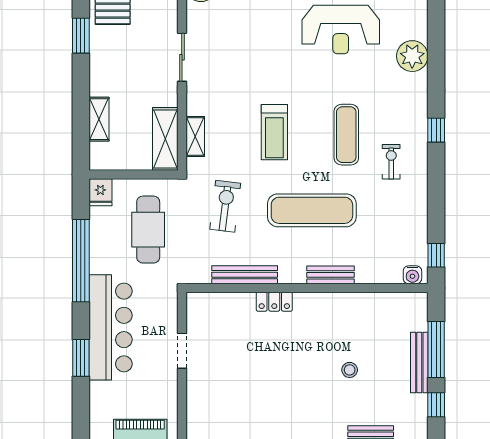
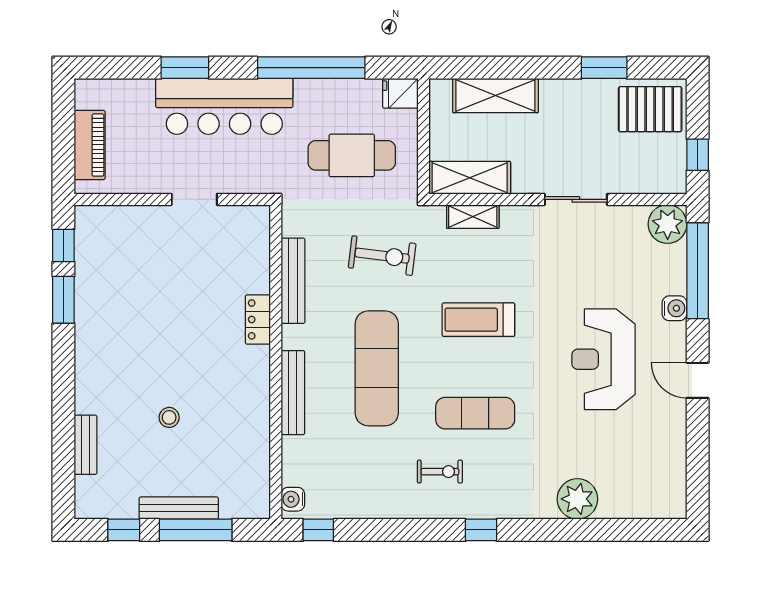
reception desk: (341, 30) -> (603, 359), moved
shelving: (99, 119) -> (495, 96), width x1.50, depth x1.33
bench: (331, 275) -> (293, 393), width x1.36

